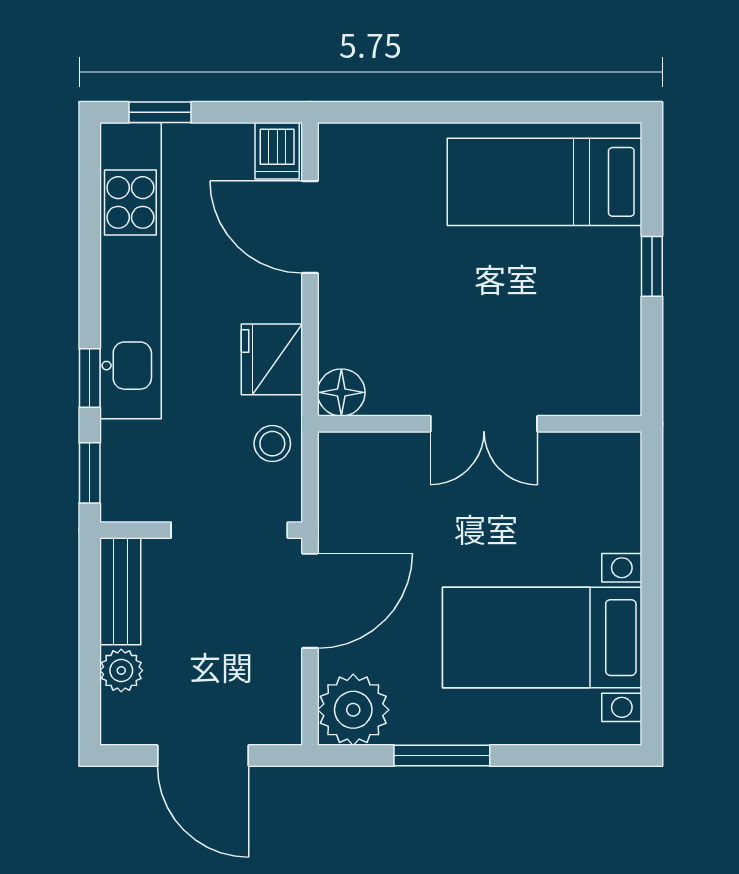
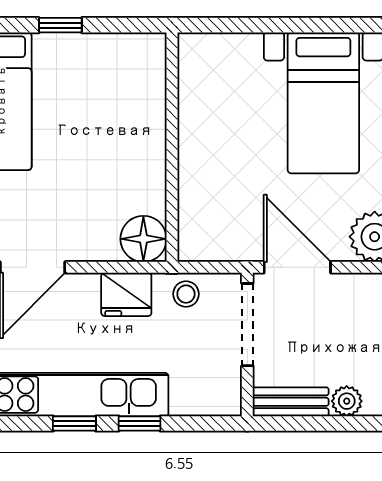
floor lamp: (341, 392) -> (143, 239), width x1.38, depth x1.38
double door: (484, 424) -> (172, 144), removed
window: (90, 473) -> (74, 423), moved

